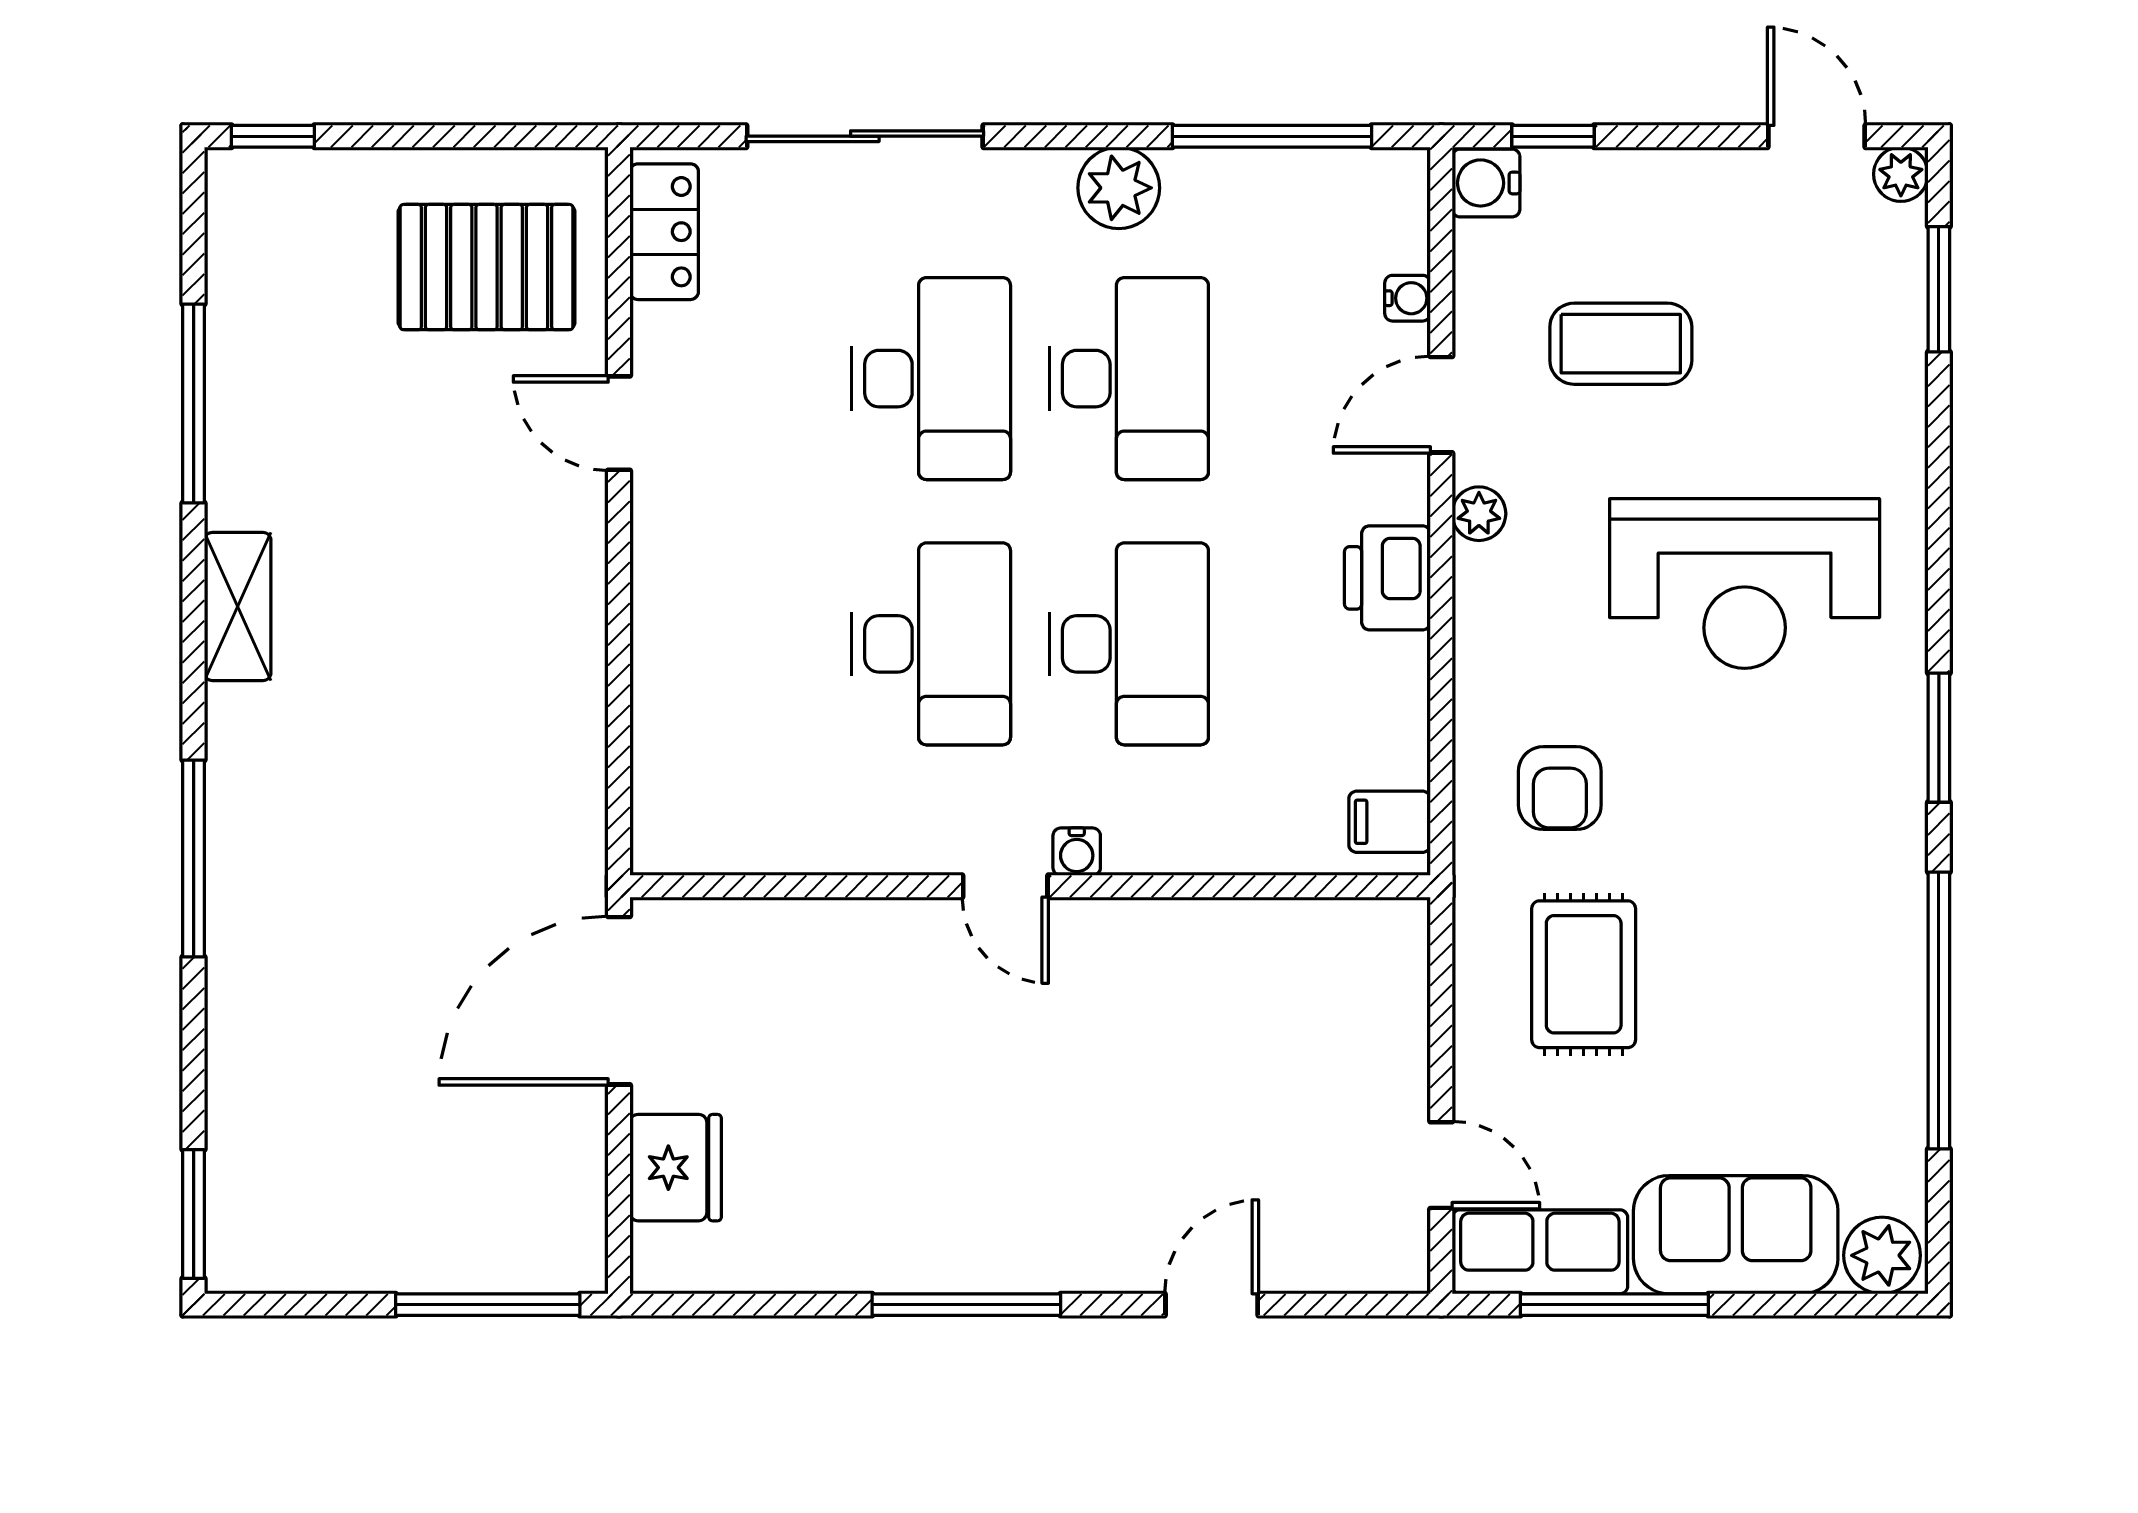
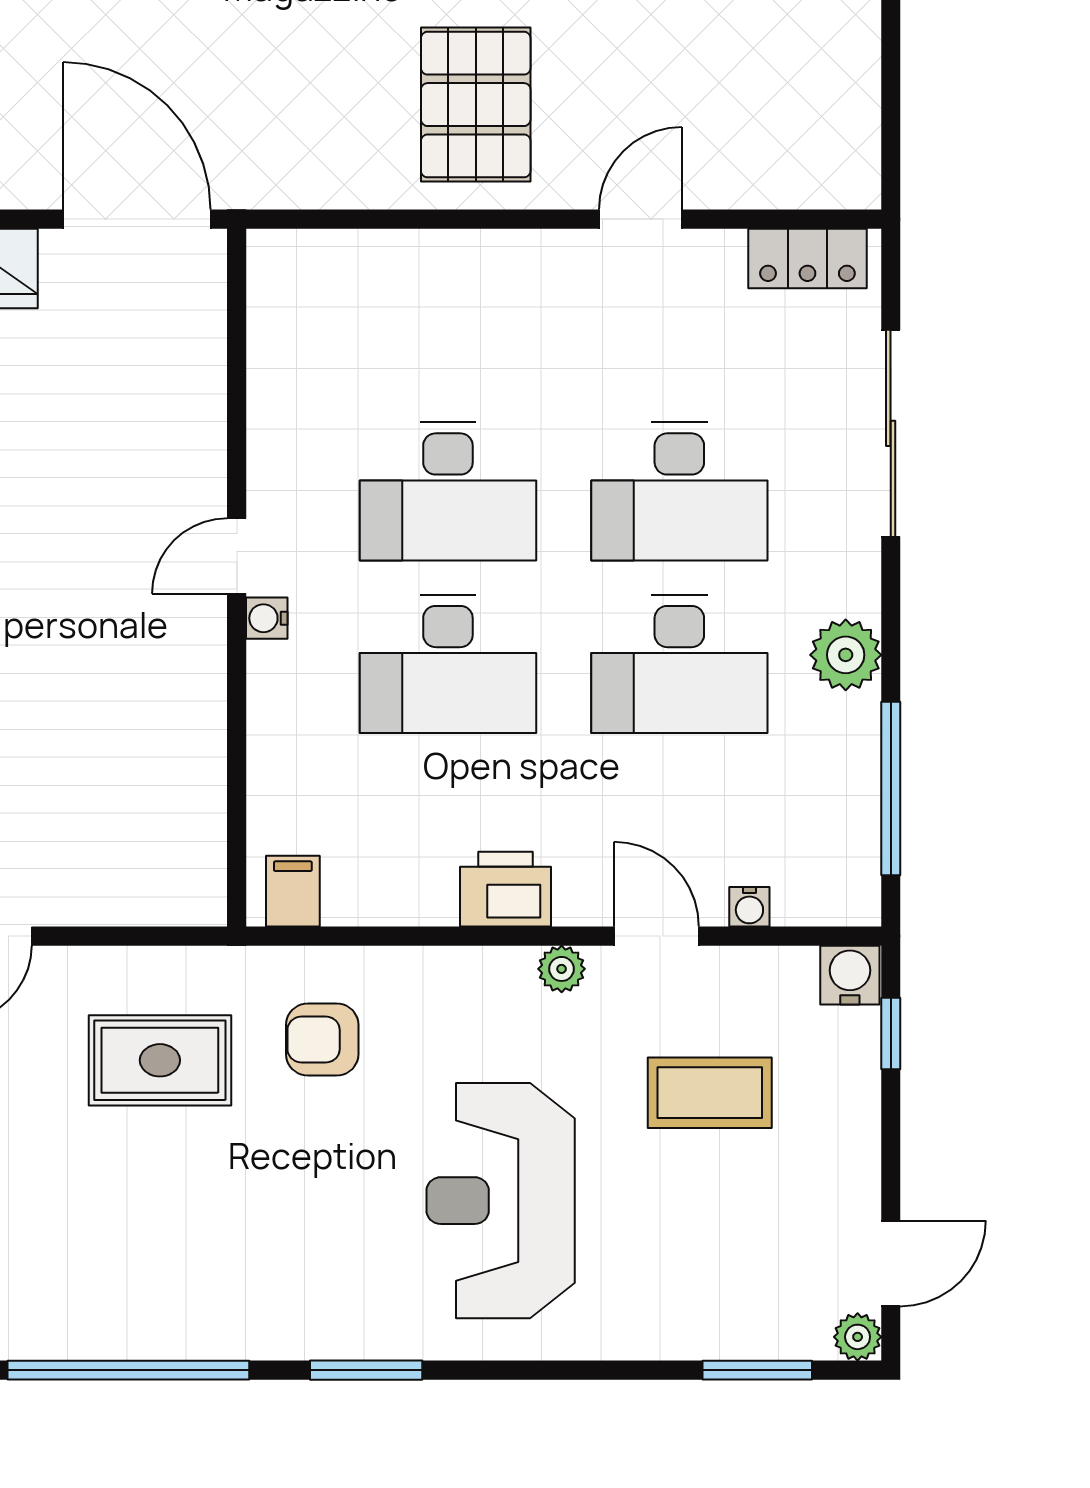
pallet: (487, 267) -> (476, 105), moved
coffee table: (1621, 344) -> (710, 1093), turned 90

